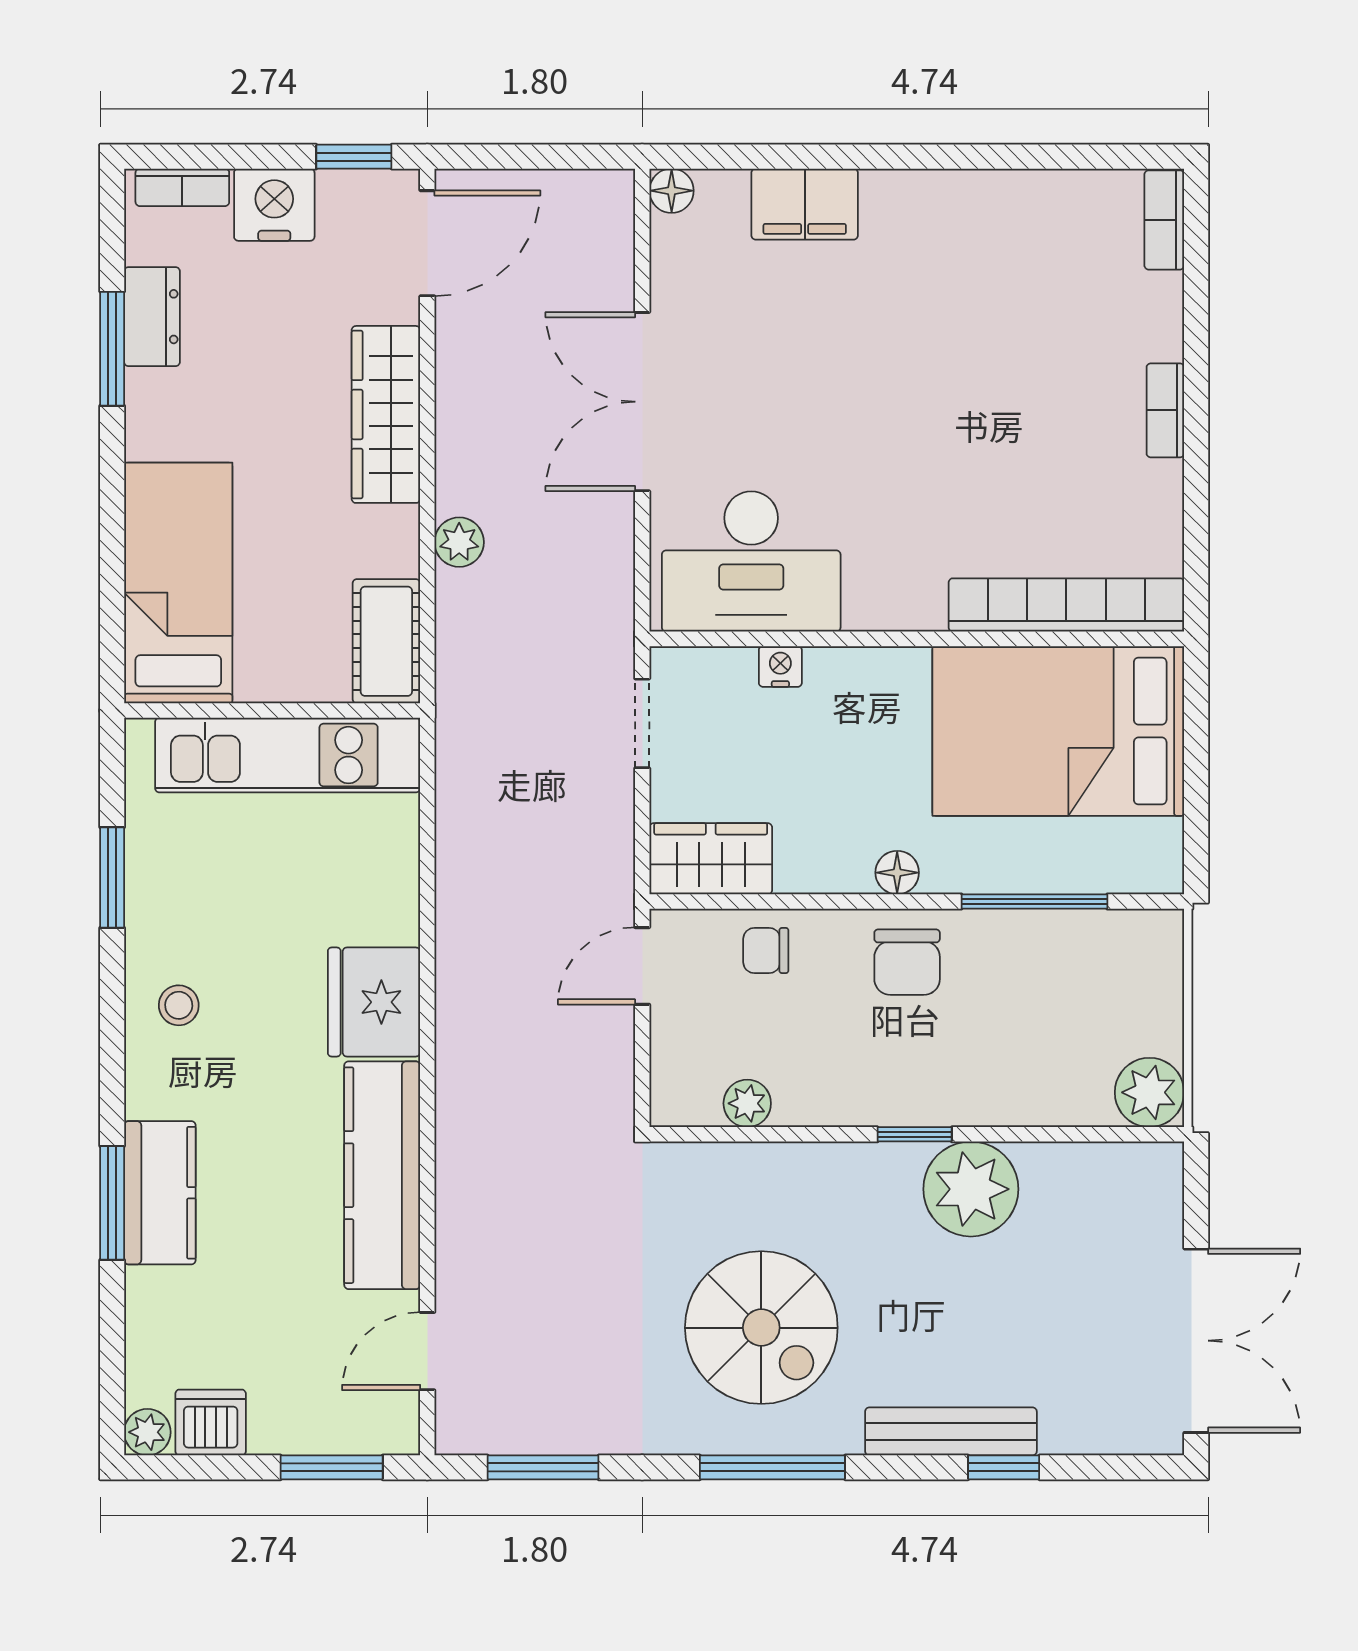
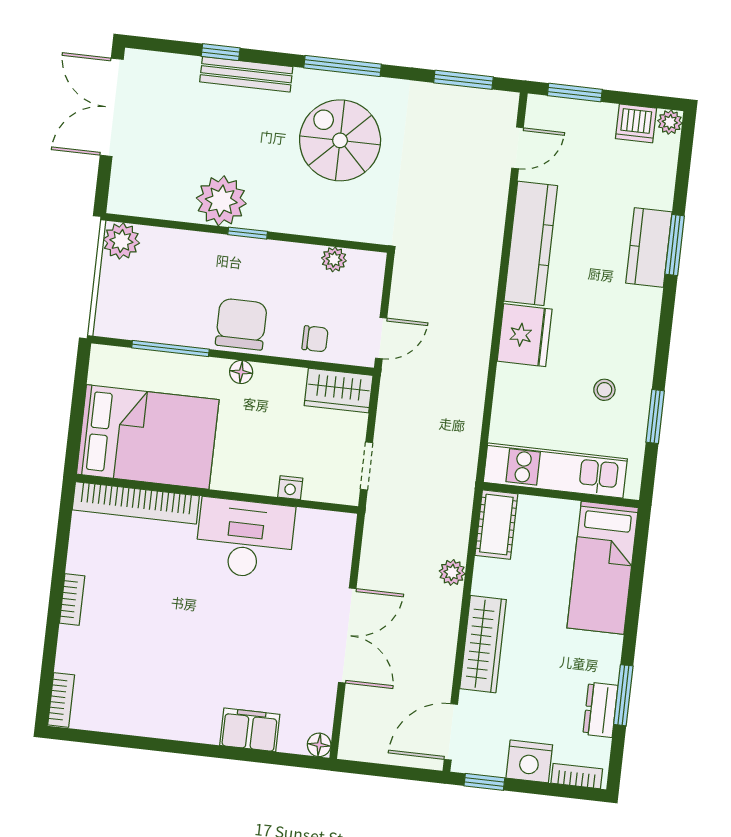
desk: (751, 562) -> (245, 538), moved
chair: (907, 962) -> (241, 324), width x1.37, depth x1.37
stool: (179, 1005) -> (604, 390), moved

